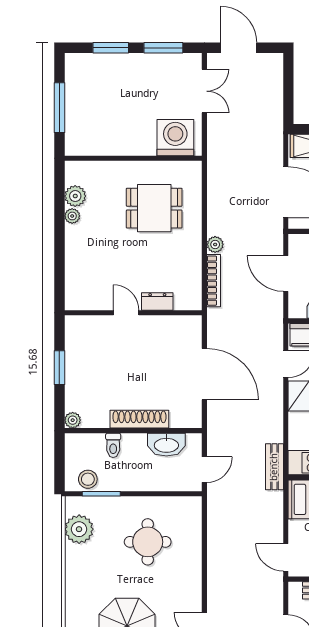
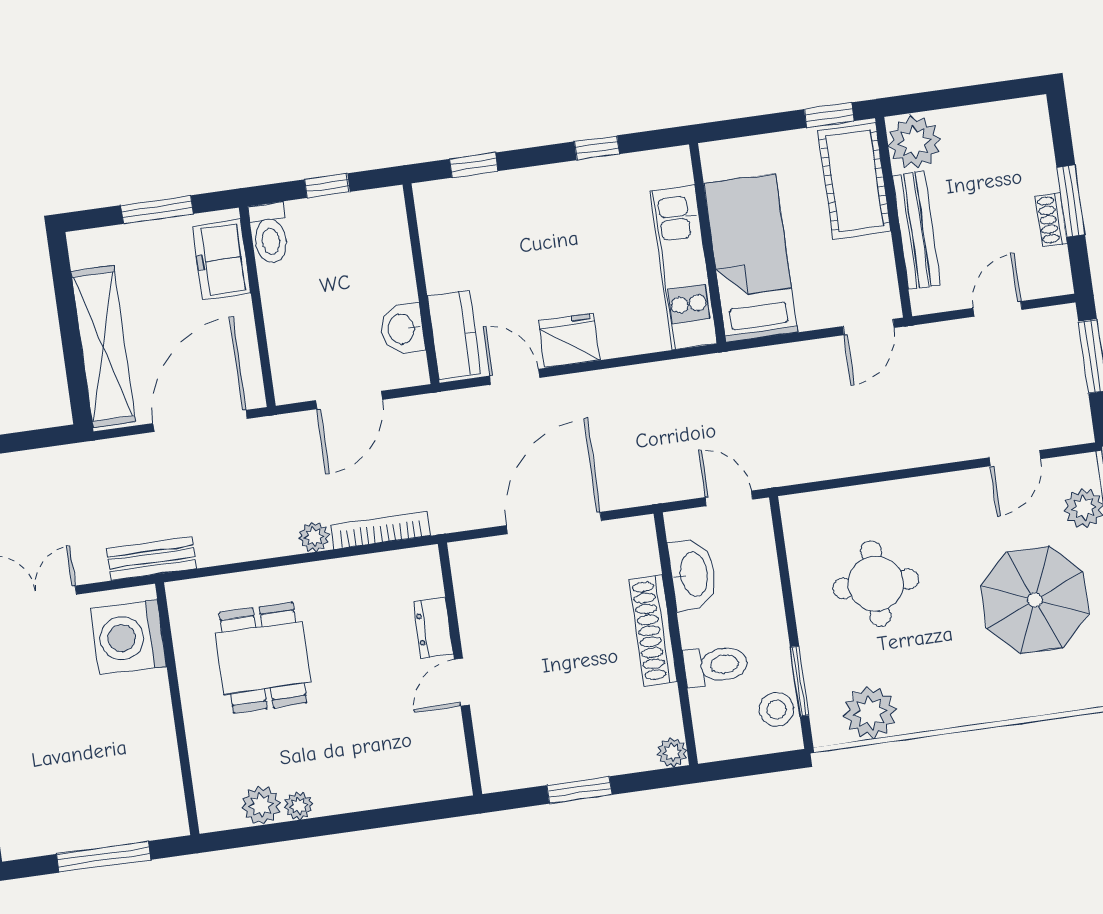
toilet: (113, 445) -> (716, 665), width x1.37, depth x1.39
bench: (274, 467) -> (152, 558), moved

